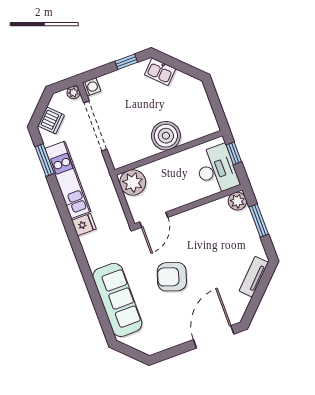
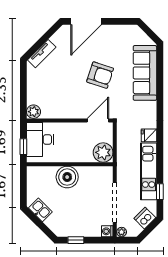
kitchen sink: (160, 72) -> (40, 210), moved
window: (45, 160) -> (160, 192), width x0.67
window: (259, 221) -> (23, 92), removed

